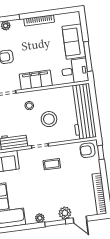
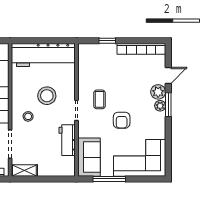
armchair: (88, 150) -> (122, 120), moved
window: (101, 152) -> (107, 41), moved
plant: (40, 218) -> (160, 106), moved

